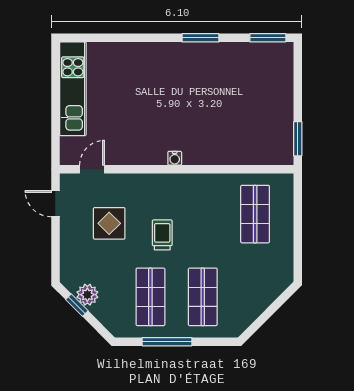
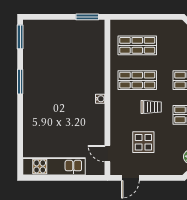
shop shelf: (203, 214) -> (137, 80), added
trolley: (162, 235) -> (151, 107), turned 180

